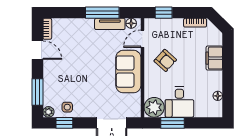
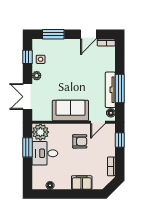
tv unit: (110, 24) -> (110, 90), width x1.41
door: (142, 39) -> (98, 122), swing flipped
armchair: (165, 60) -> (80, 141), turned -132
plant: (48, 112) -> (37, 76), moved

